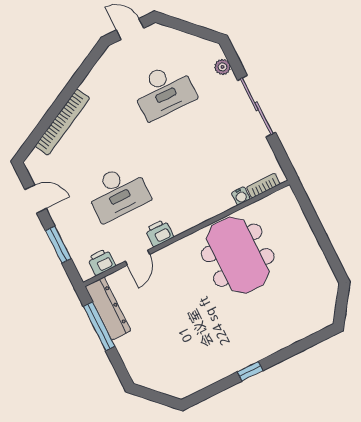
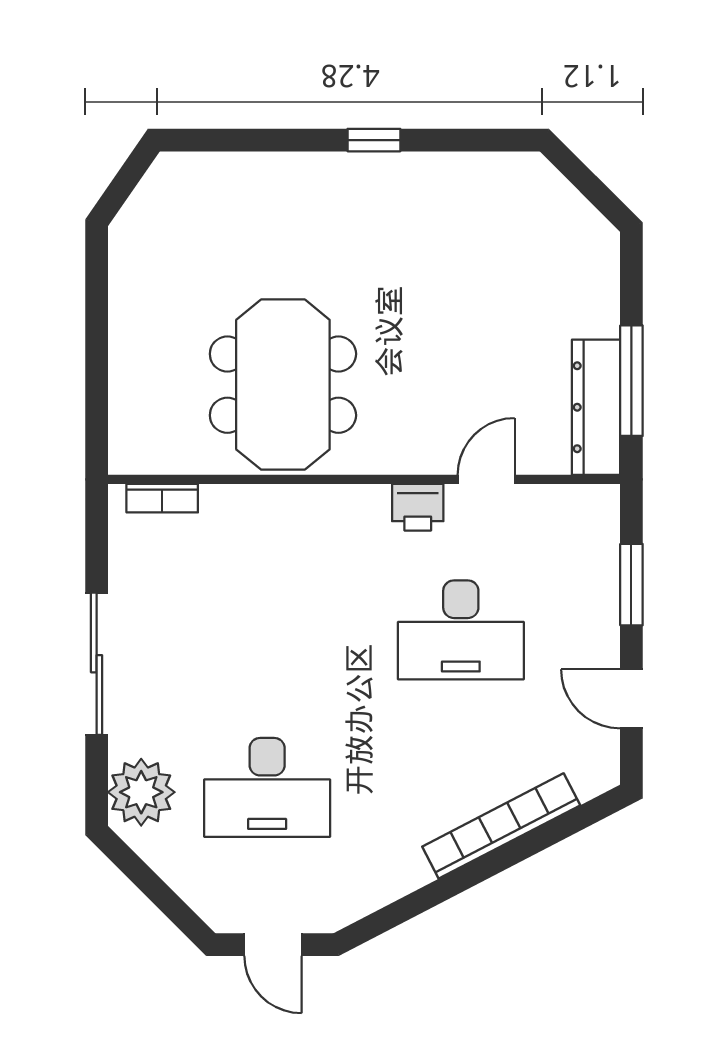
plant: (222, 67) -> (141, 792), width x1.88, depth x1.88
desk: (164, 91) -> (267, 787), turned 180
desk: (118, 193) -> (461, 630), turned 180
water cooler: (241, 196) -> (218, 500), removed
printer: (101, 262) -> (562, 507), removed

